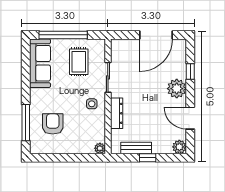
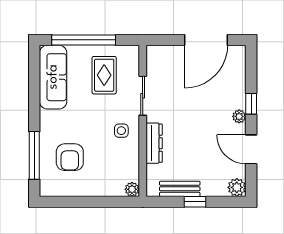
window: (190, 71) -> (251, 104), moved
plant: (177, 89) -> (239, 116), width x0.53, depth x0.53
armchair: (53, 124) -> (70, 157), turned 180

